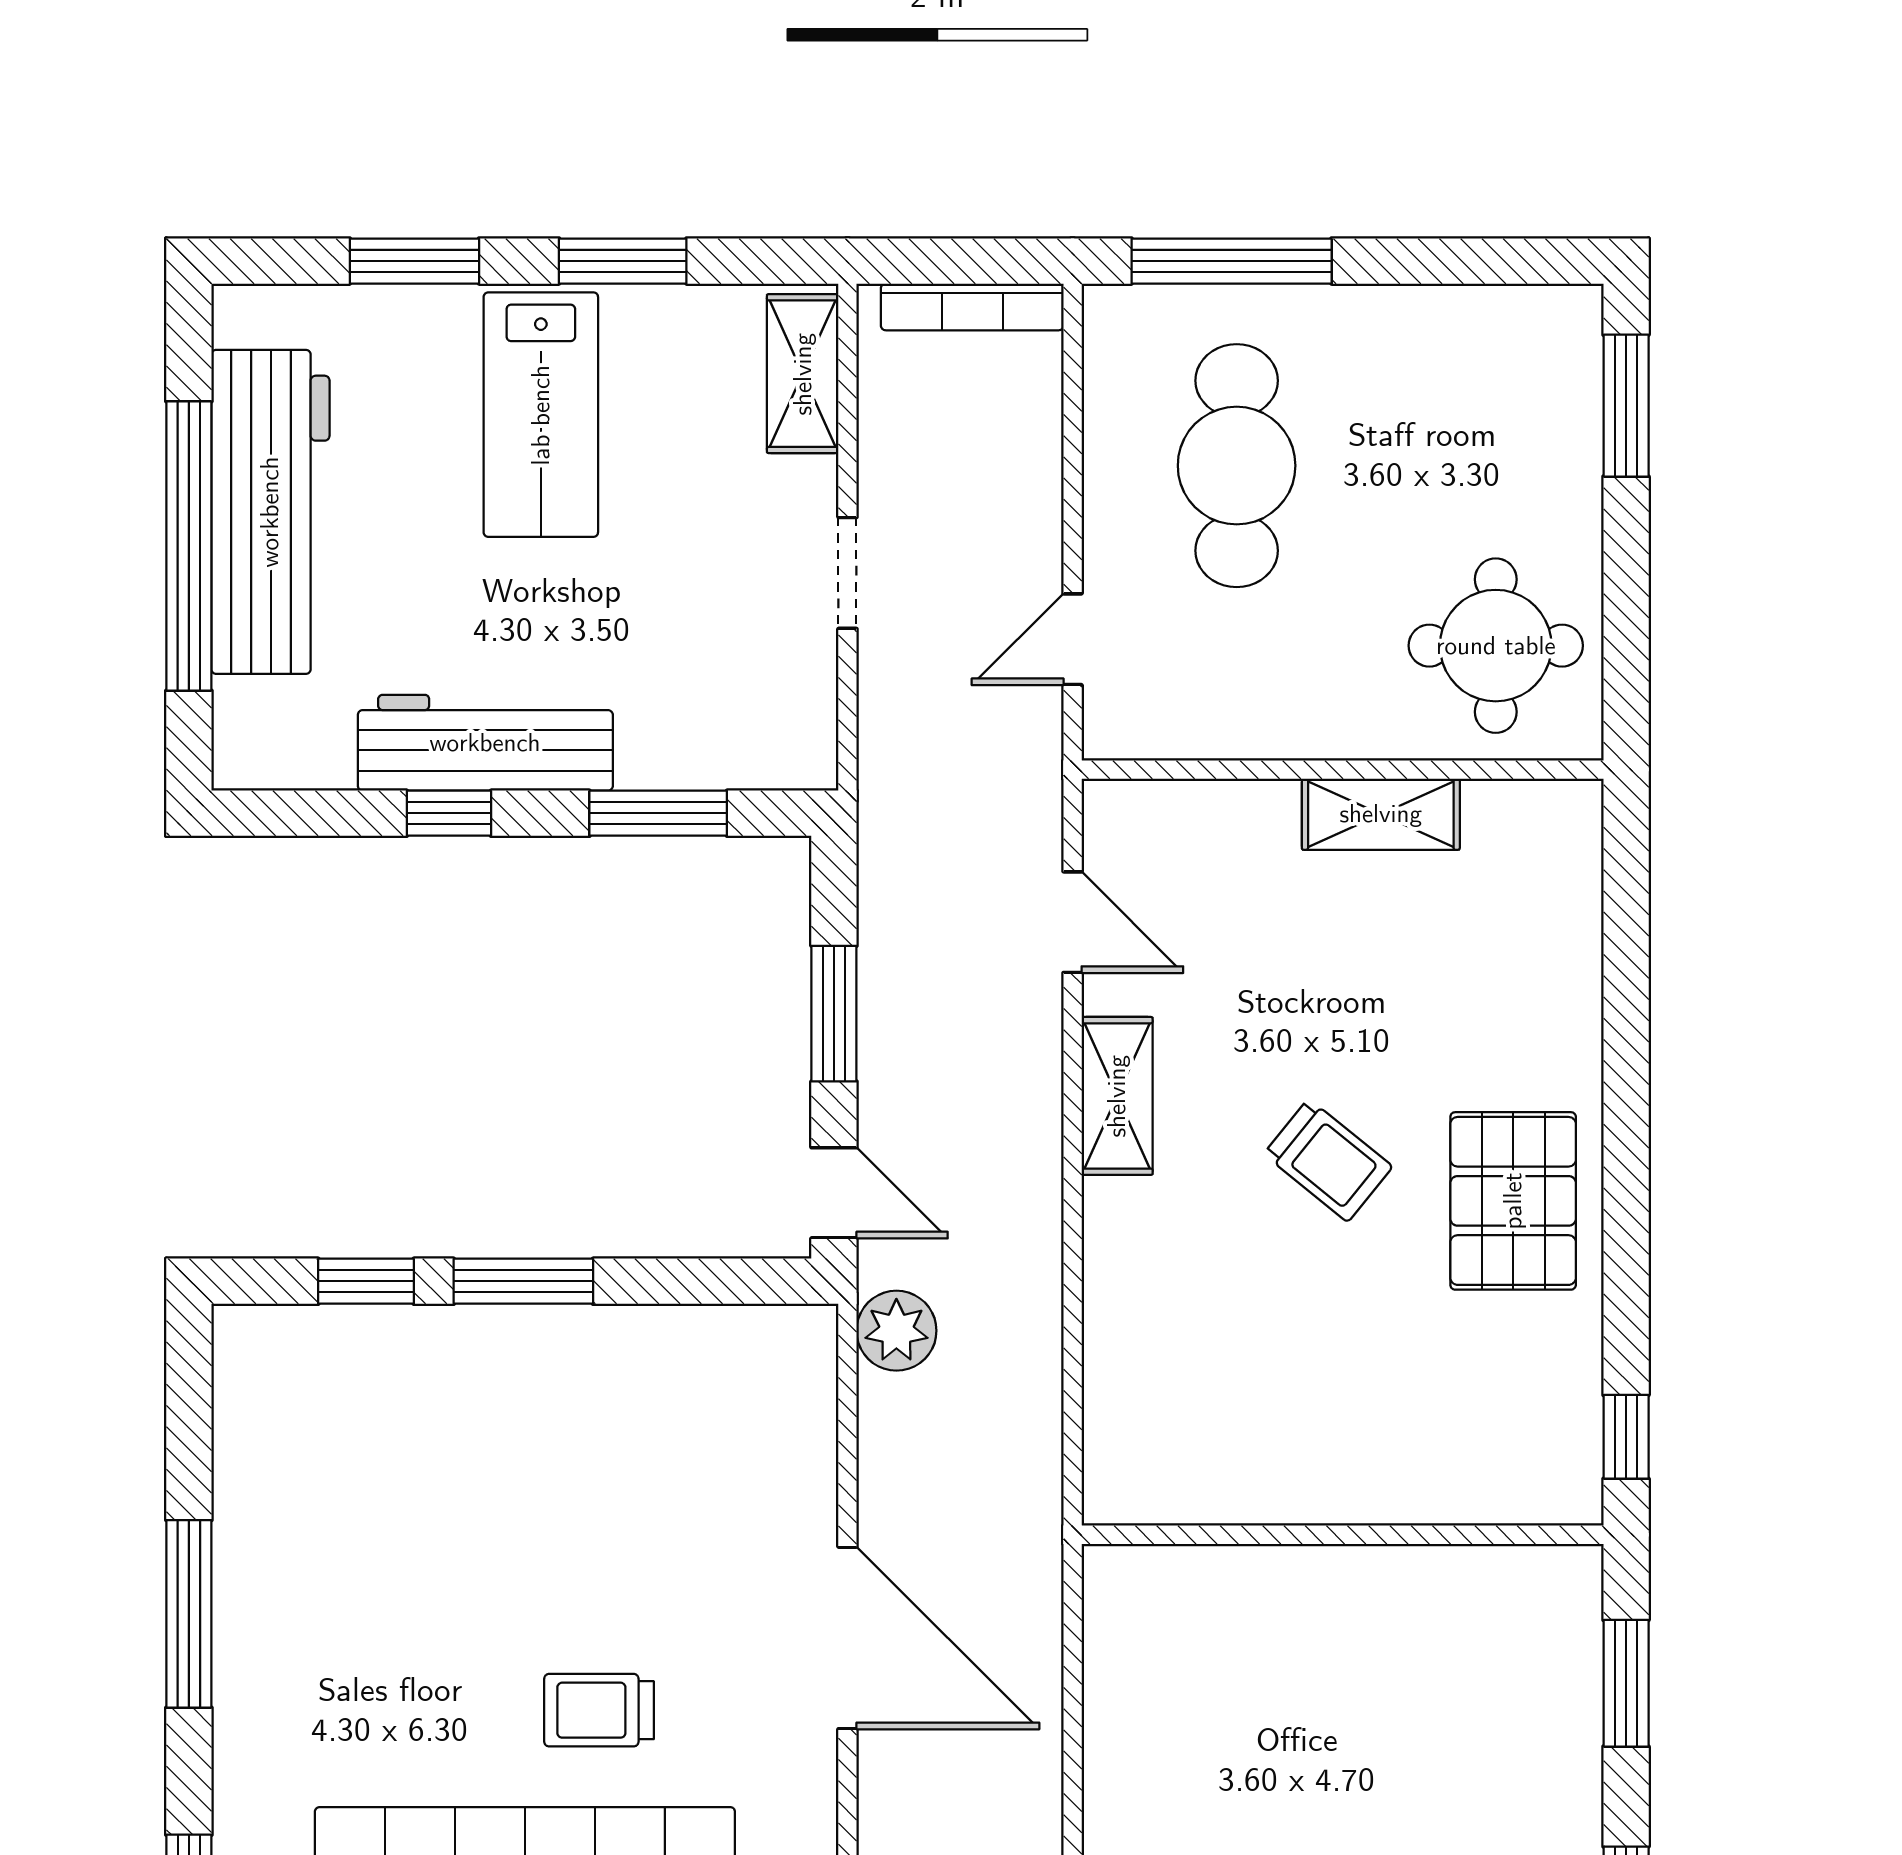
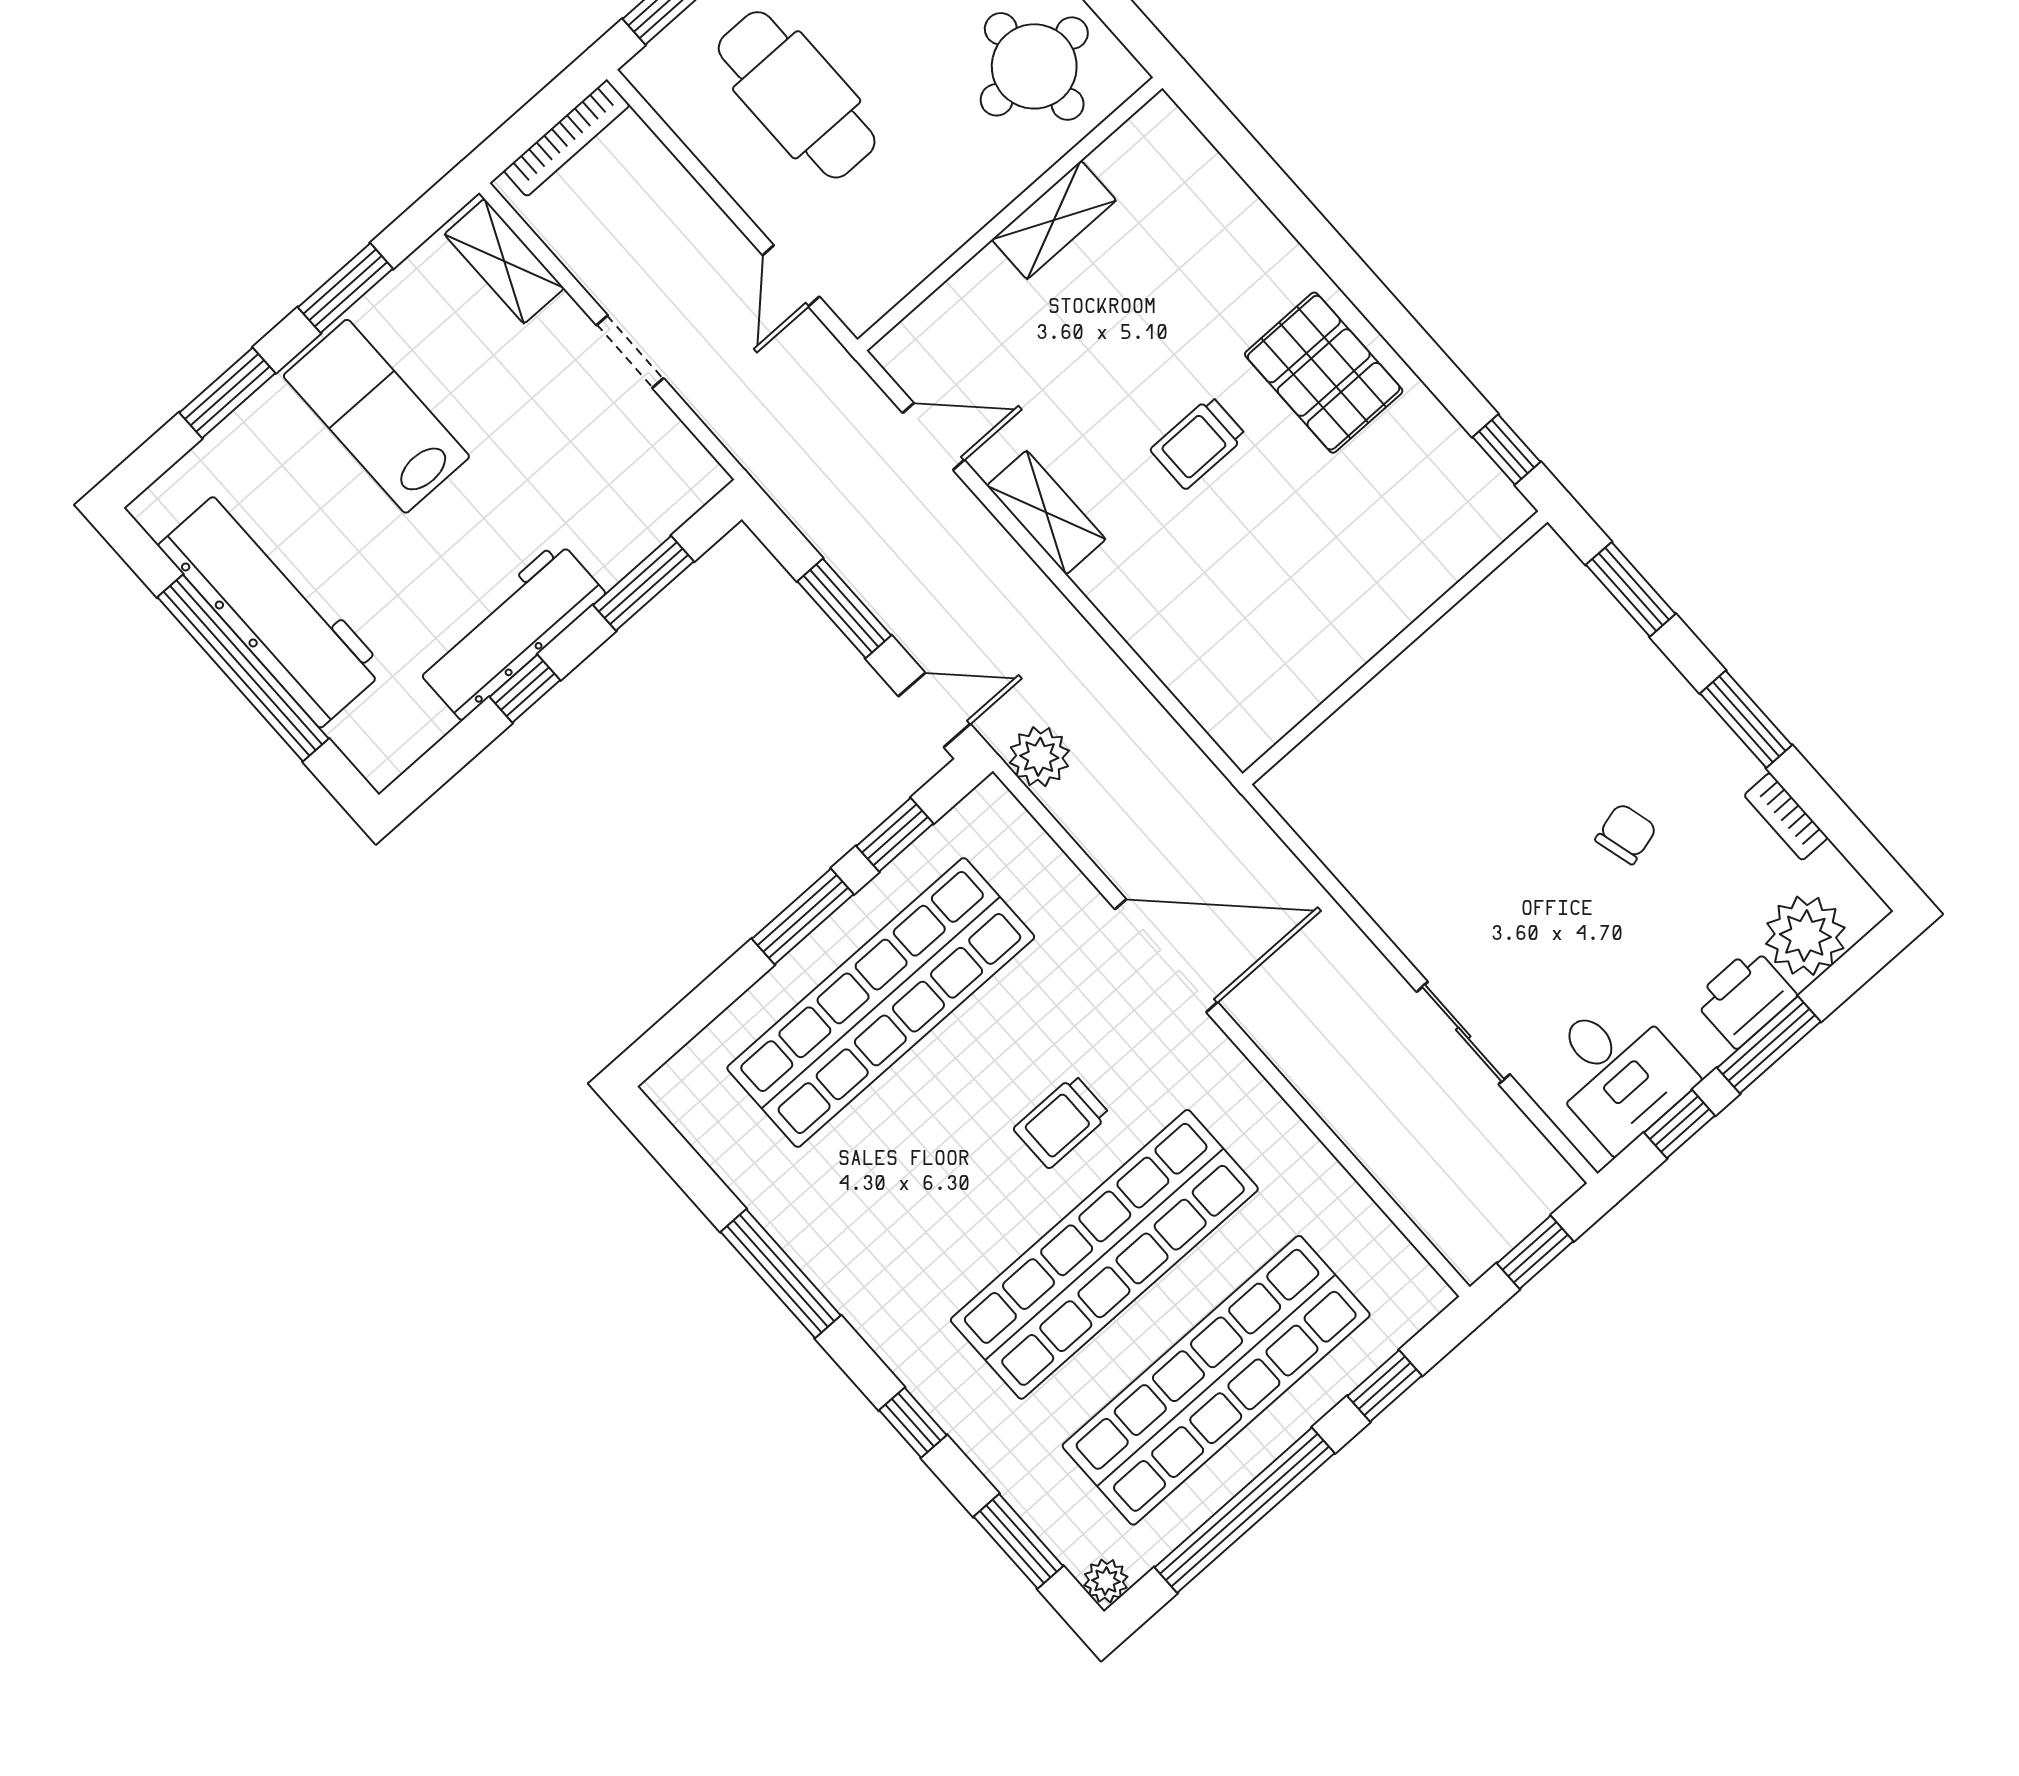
lab bench: (541, 415) -> (376, 416), turned 180
trolley: (1328, 1160) -> (1198, 443), turned 141
window: (366, 1281) -> (895, 835), moved
shop shelf: (525, 1434) -> (881, 1003), added

